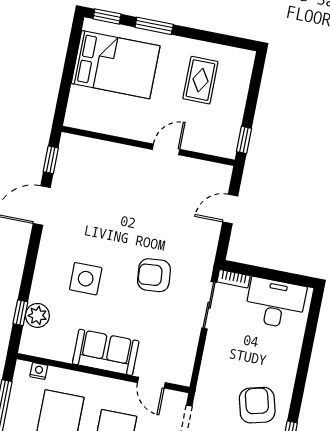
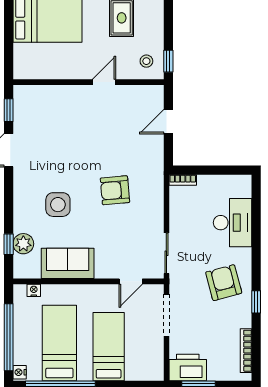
stool: (219, 135) -> (146, 61), added
desk: (275, 303) -> (233, 223), moved, turned 90
sliding door: (209, 305) -> (166, 253), moved
sofa: (106, 352) -> (68, 263), moved
door: (151, 383) -> (131, 281), hinge flipped

